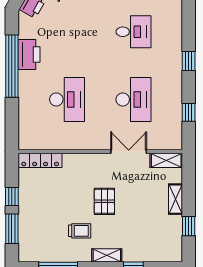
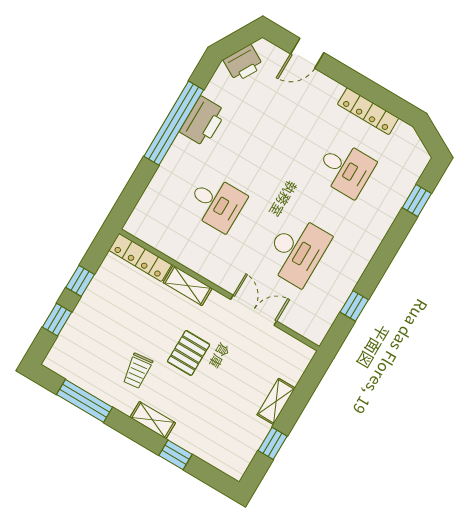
window: (189, 61) -> (417, 200), moved
desk: (67, 99) -> (217, 203), width x0.73
shelving: (166, 160) -> (188, 285), moved
window: (12, 229) -> (57, 320), width x0.67
trolley: (80, 231) -> (138, 371), turned 83

